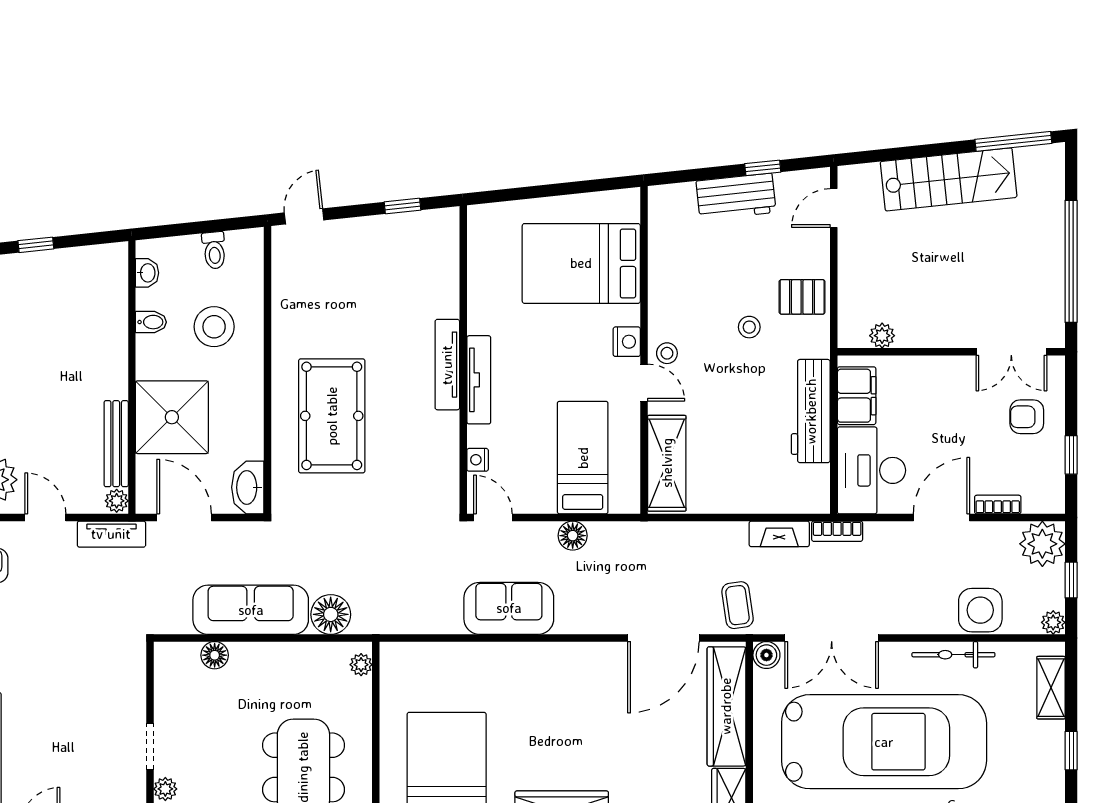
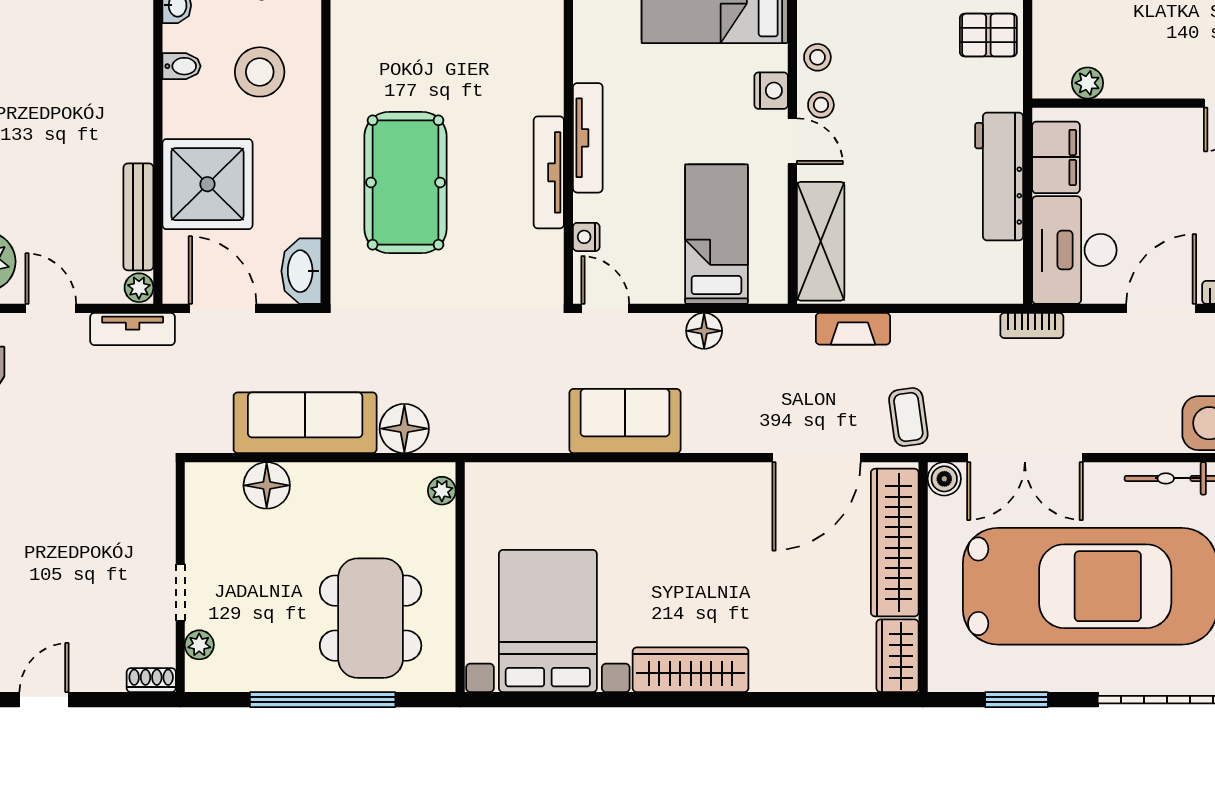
stool: (749, 327) -> (817, 57), moved
tv unit: (447, 365) -> (549, 172), moved
fireplace: (779, 534) -> (853, 329), moved
floor lamp: (215, 655) -> (267, 485), width x1.38, depth x1.38

